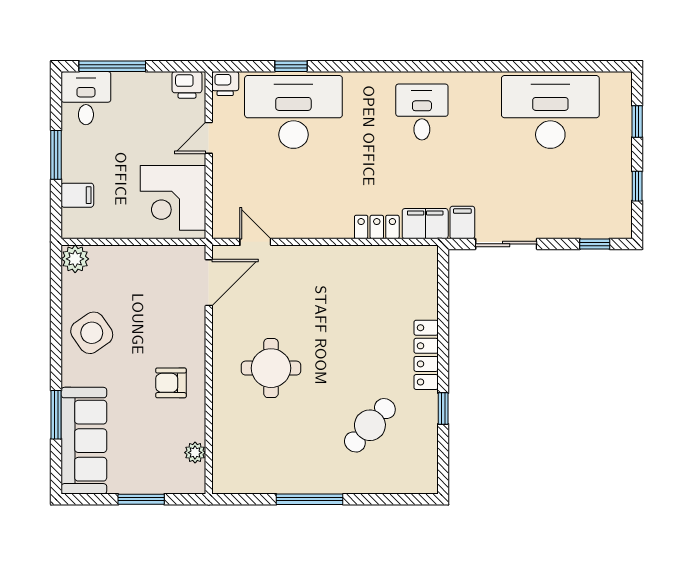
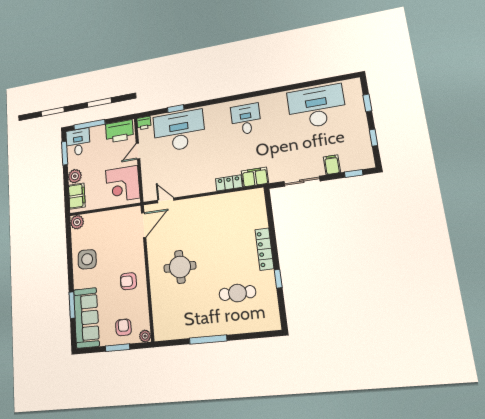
printer: (187, 85) -> (119, 131), width x1.87, depth x1.48
window: (56, 155) -> (65, 153), moved
plant: (75, 167) -> (75, 176), added
filing cabinet: (77, 195) -> (77, 196), width x2.00
filing cabinet: (462, 222) -> (332, 165), moved
side table: (92, 333) -> (87, 259), turned 38
cafe table: (370, 425) -> (237, 293), turned 48
plant: (195, 453) -> (145, 336), moved
armchair: (155, 465) -> (123, 327), added

